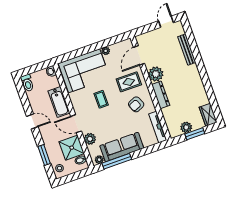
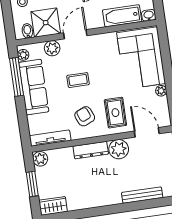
coffee table: (101, 99) -> (78, 80), moved
bathtub: (59, 102) -> (122, 16), moved
plant: (186, 127) -> (40, 159), moved

